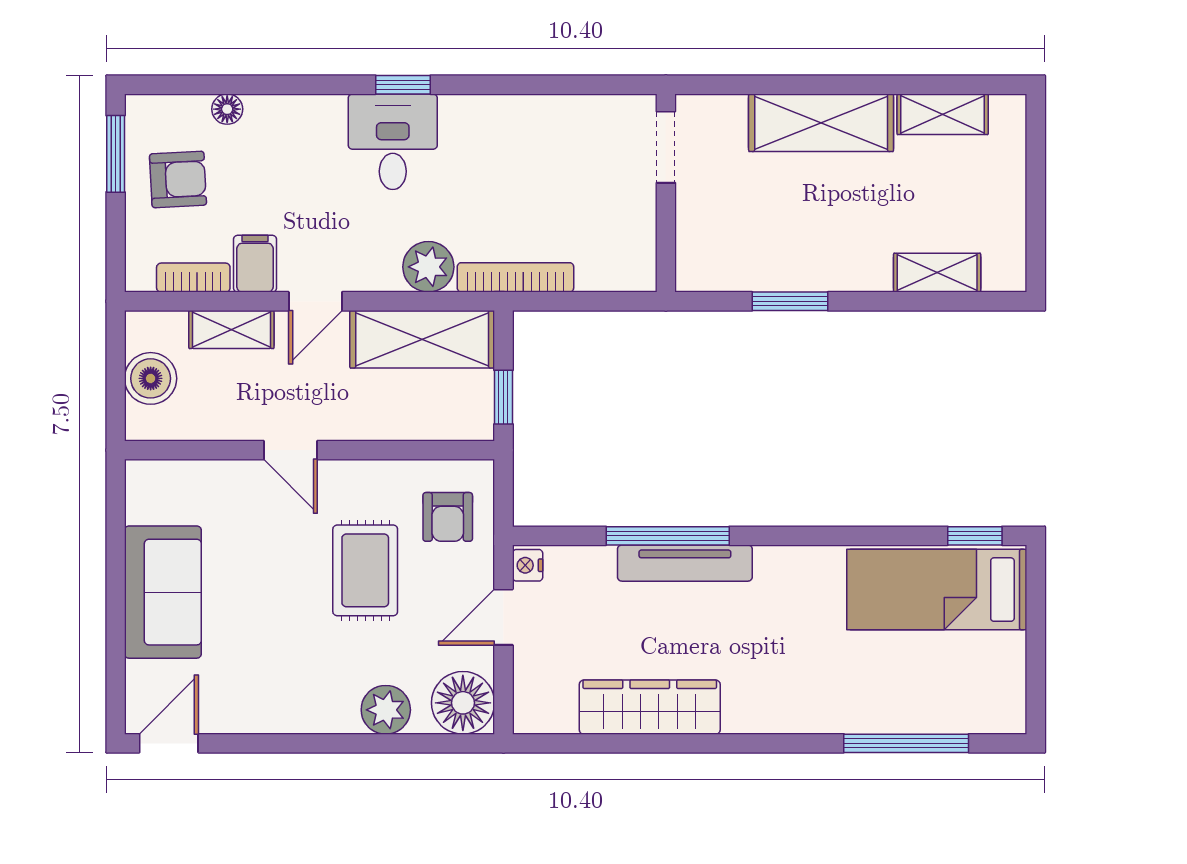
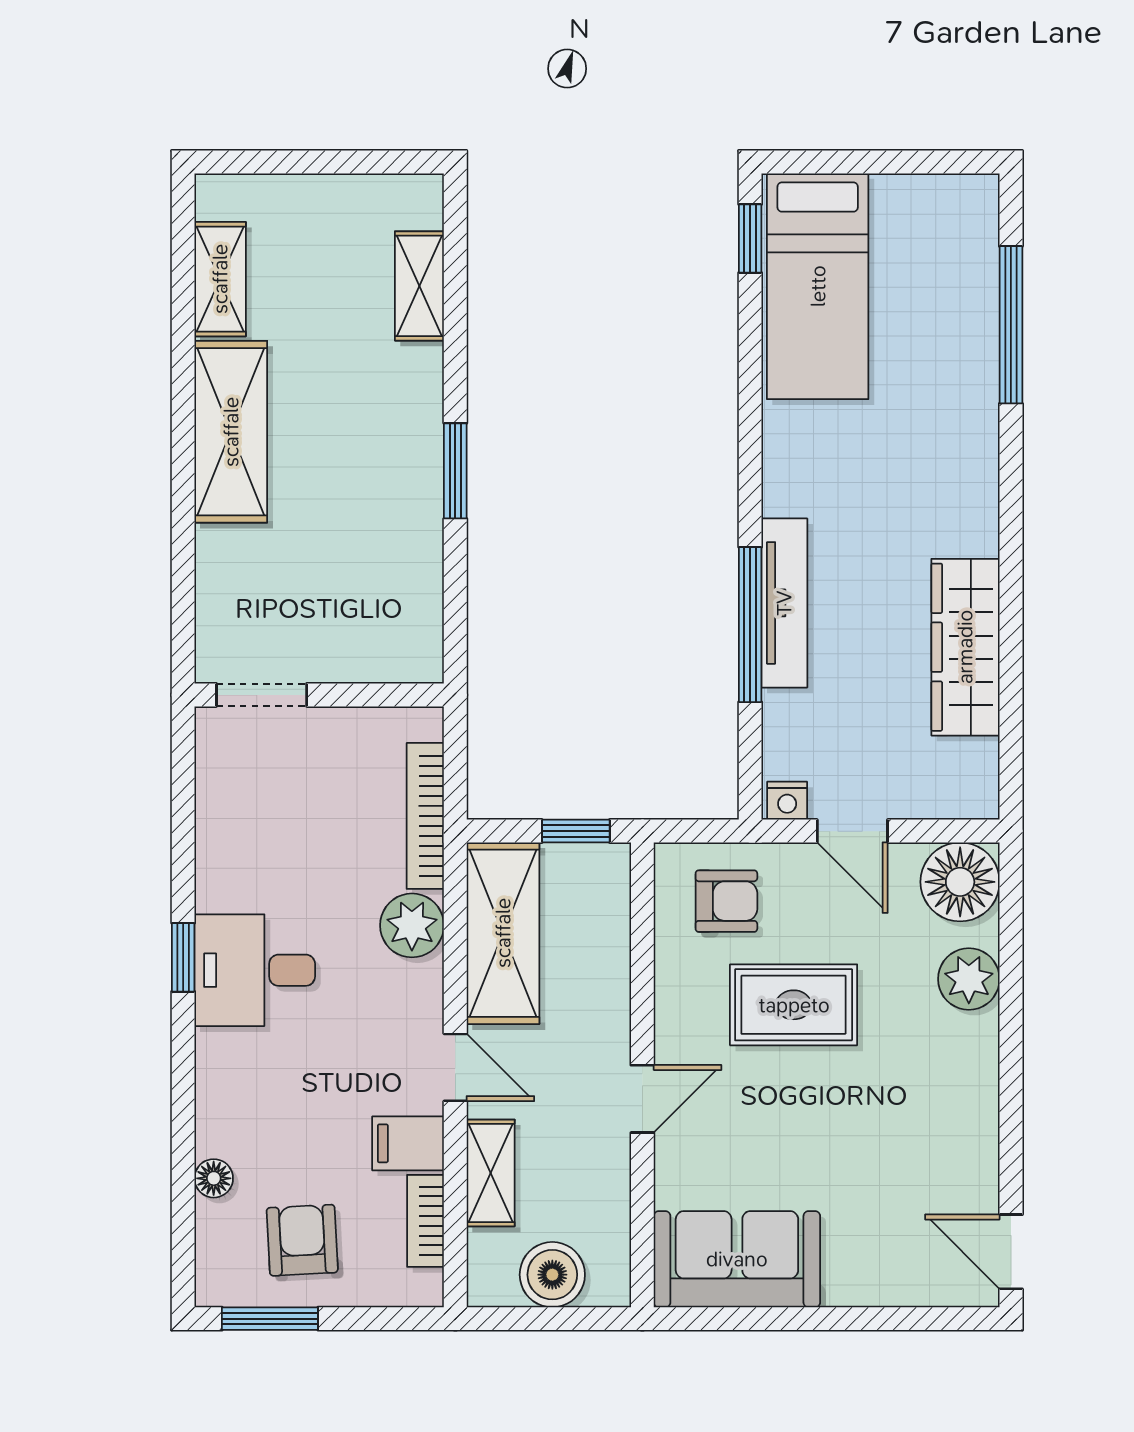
doorway: (666, 147) -> (262, 695), moved
wall: (666, 193) -> (319, 695), moved
sofa: (163, 592) -> (737, 1259), moved

